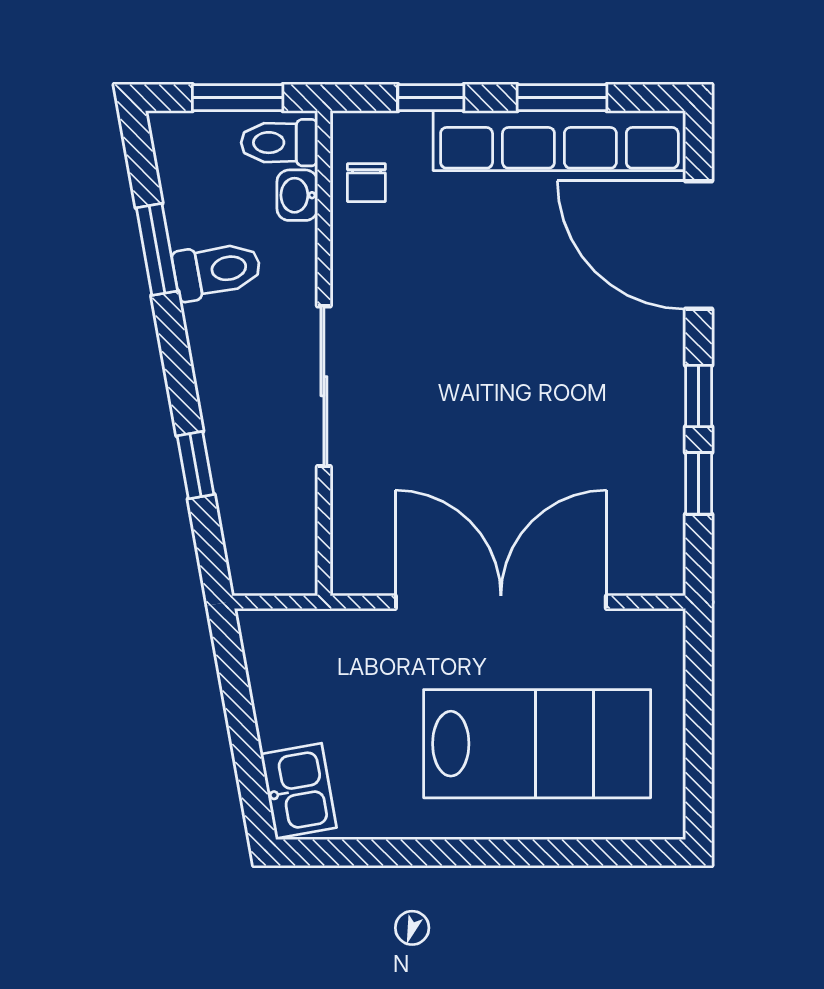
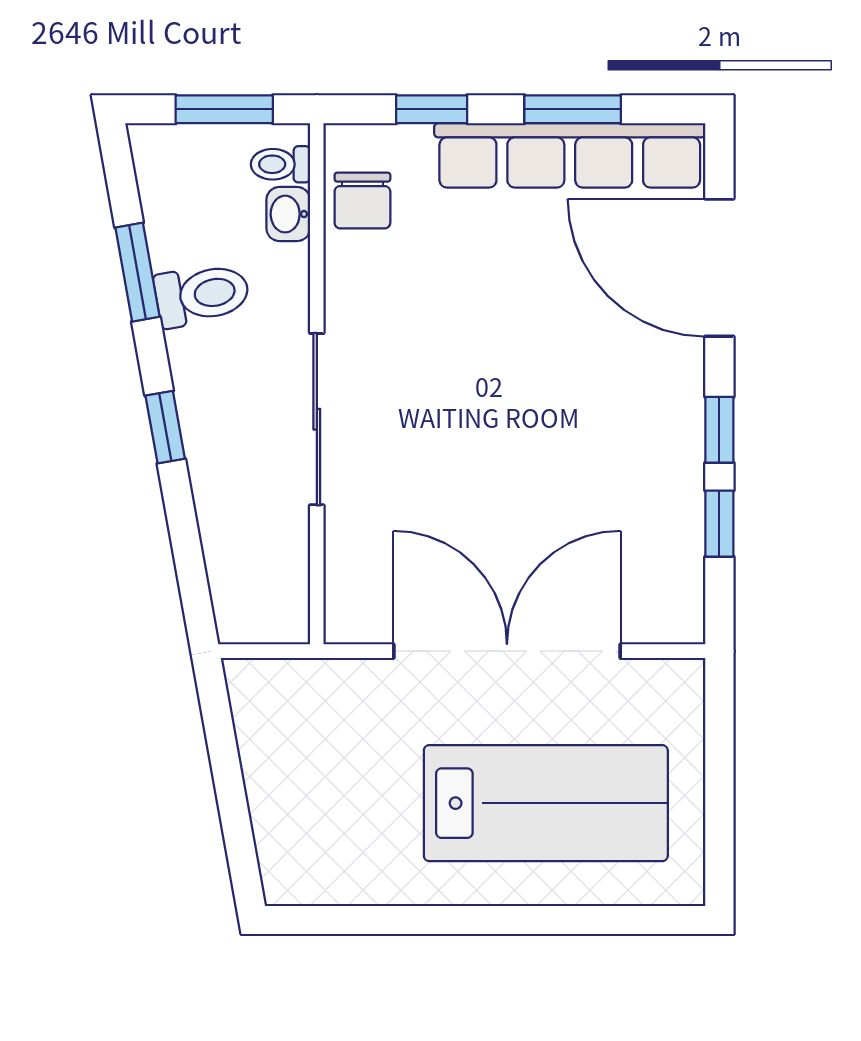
toilet: (279, 143) -> (280, 164), width x0.73, depth x0.72
chair: (366, 183) -> (362, 201), width x1.37, depth x1.37
window: (196, 465) -> (165, 427), moved
kitchen sink: (299, 791) -> (290, 854), removed

